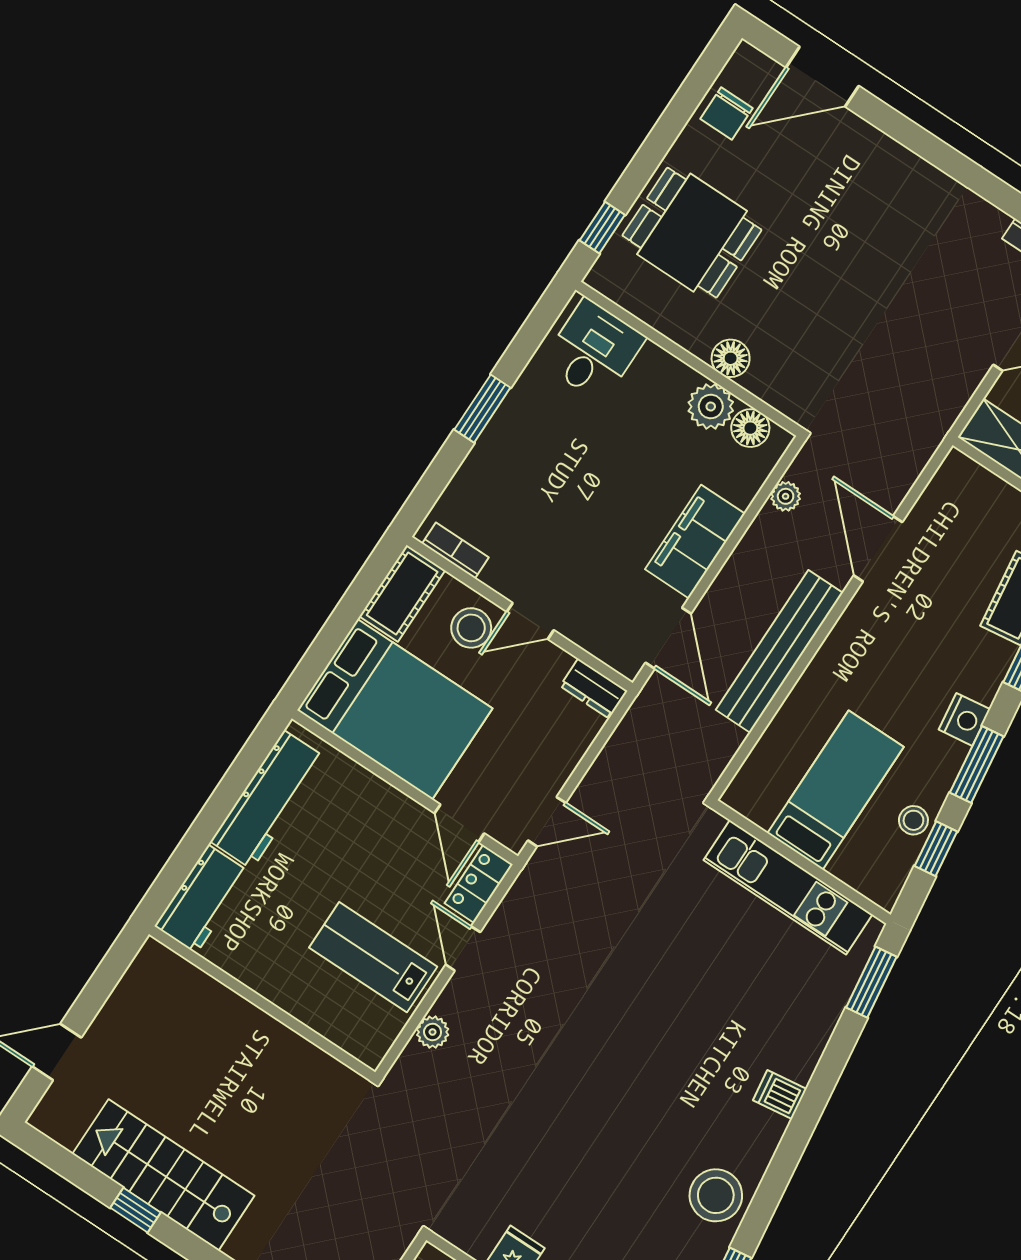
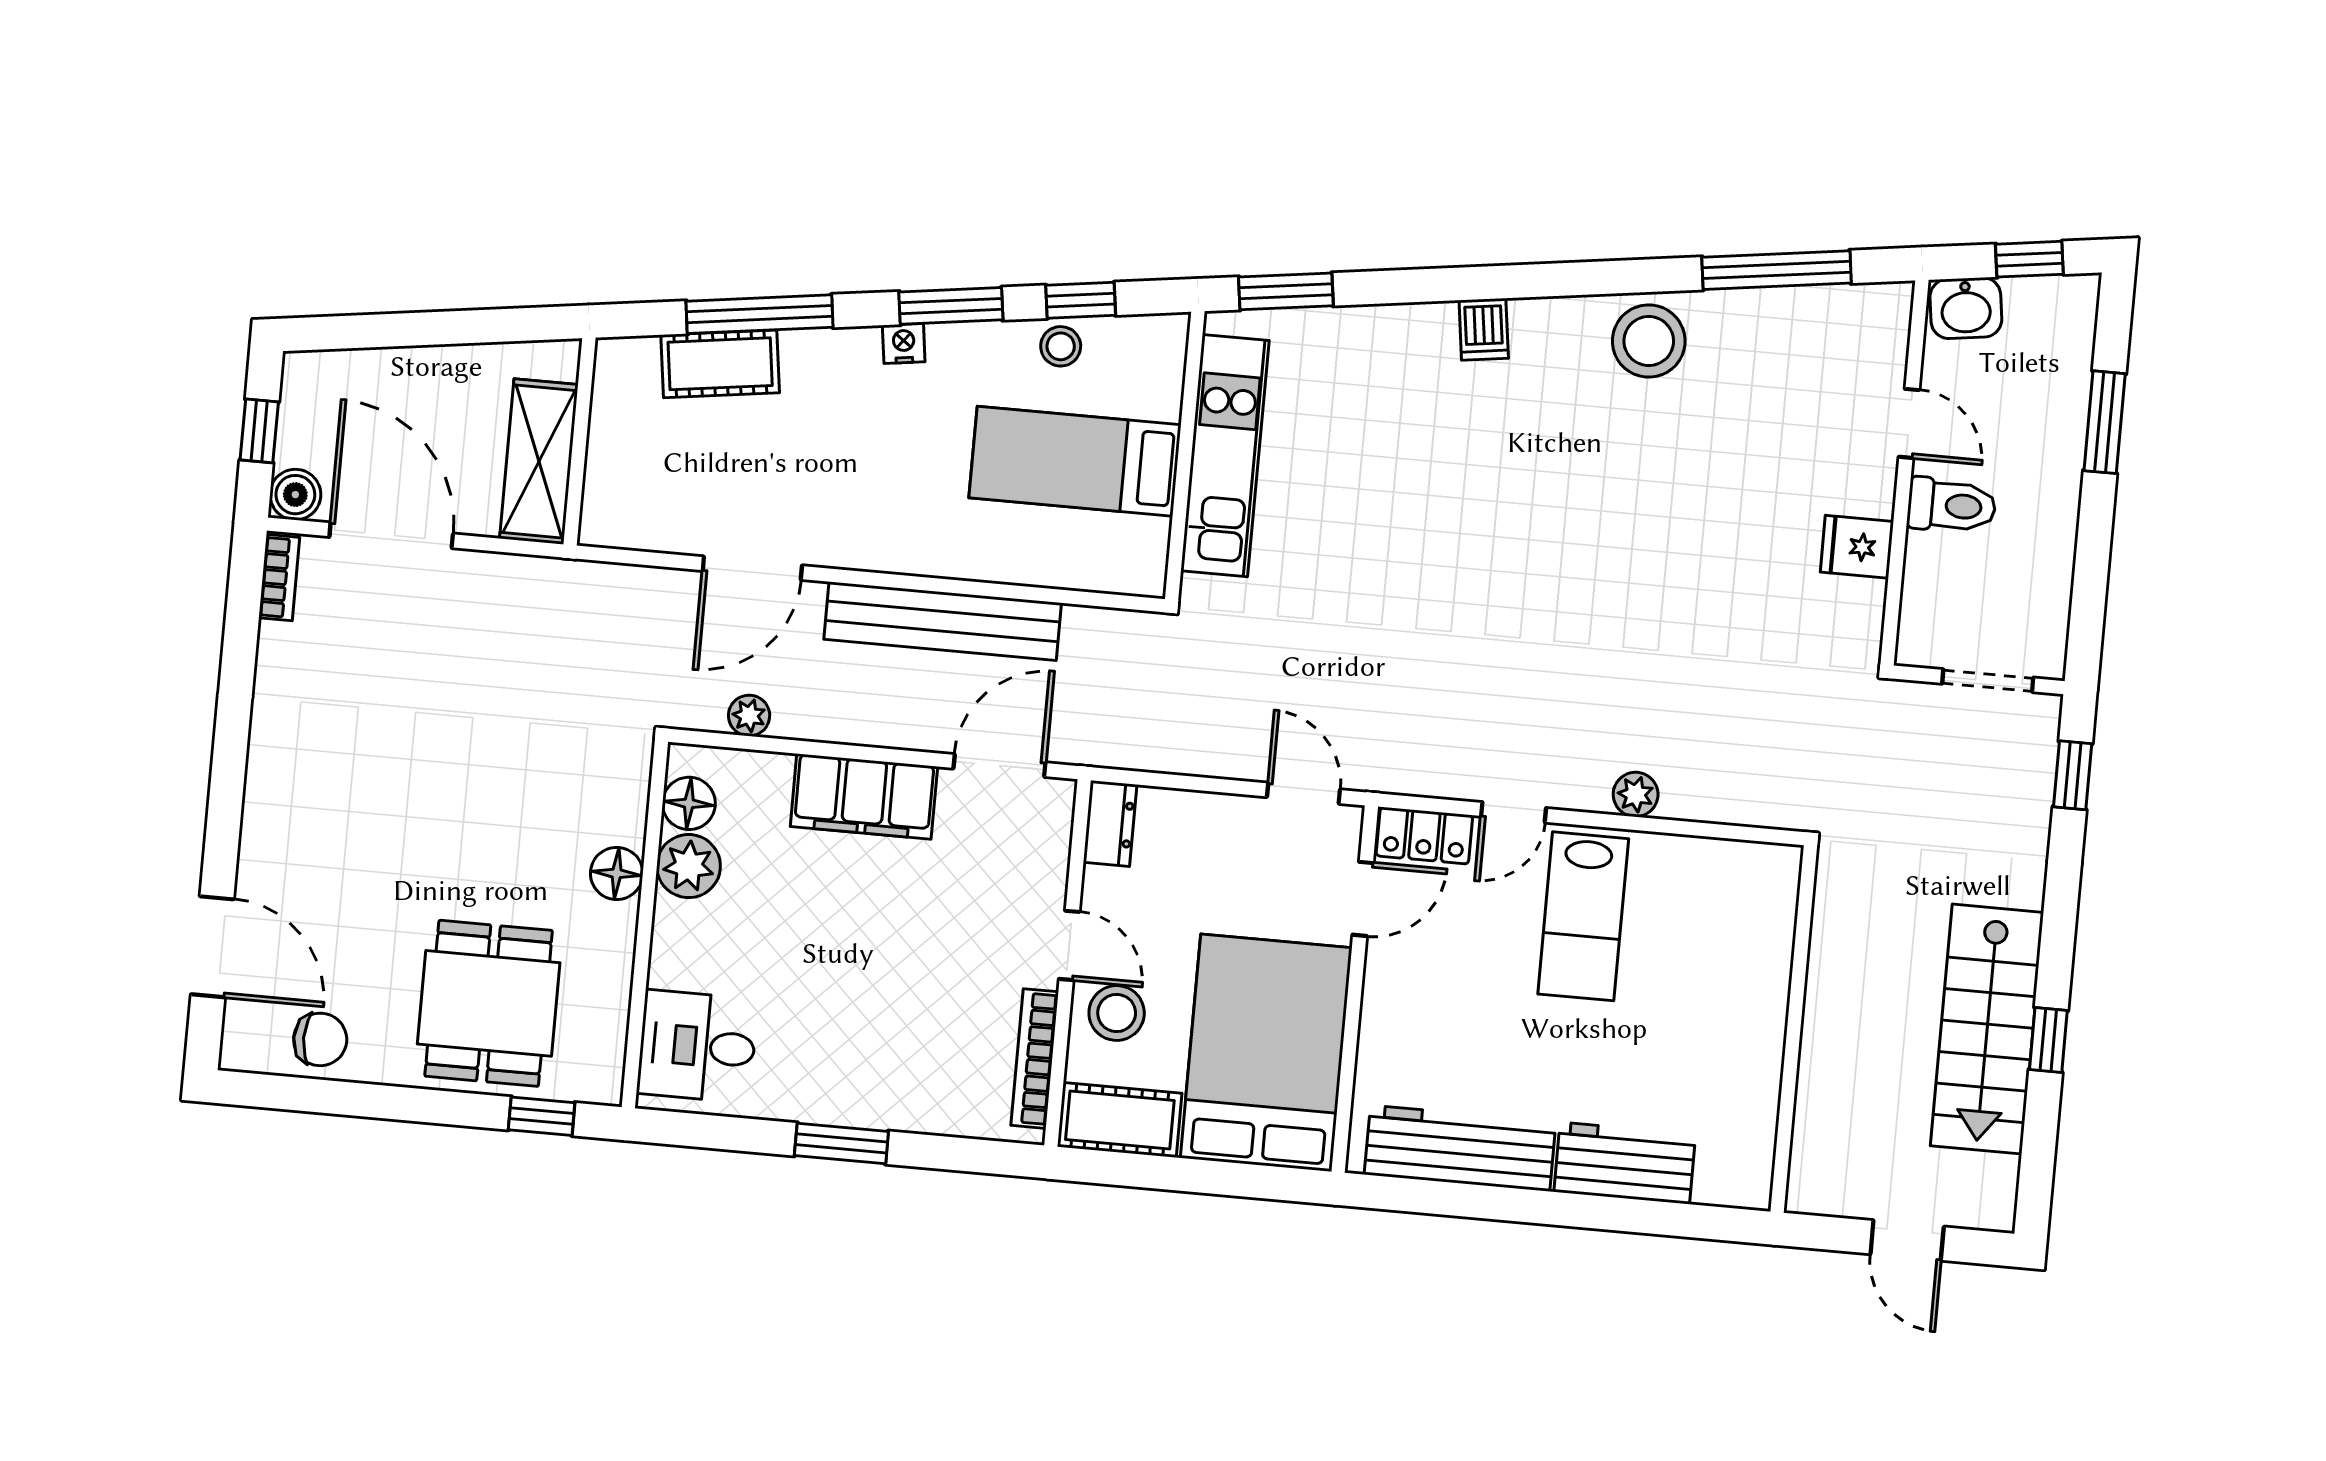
bookcase: (455, 551) -> (1035, 1059), width x1.56
nightstand: (964, 719) -> (904, 344), width x0.72, depth x0.74
wall: (262, 1003) -> (1794, 1029), moved

